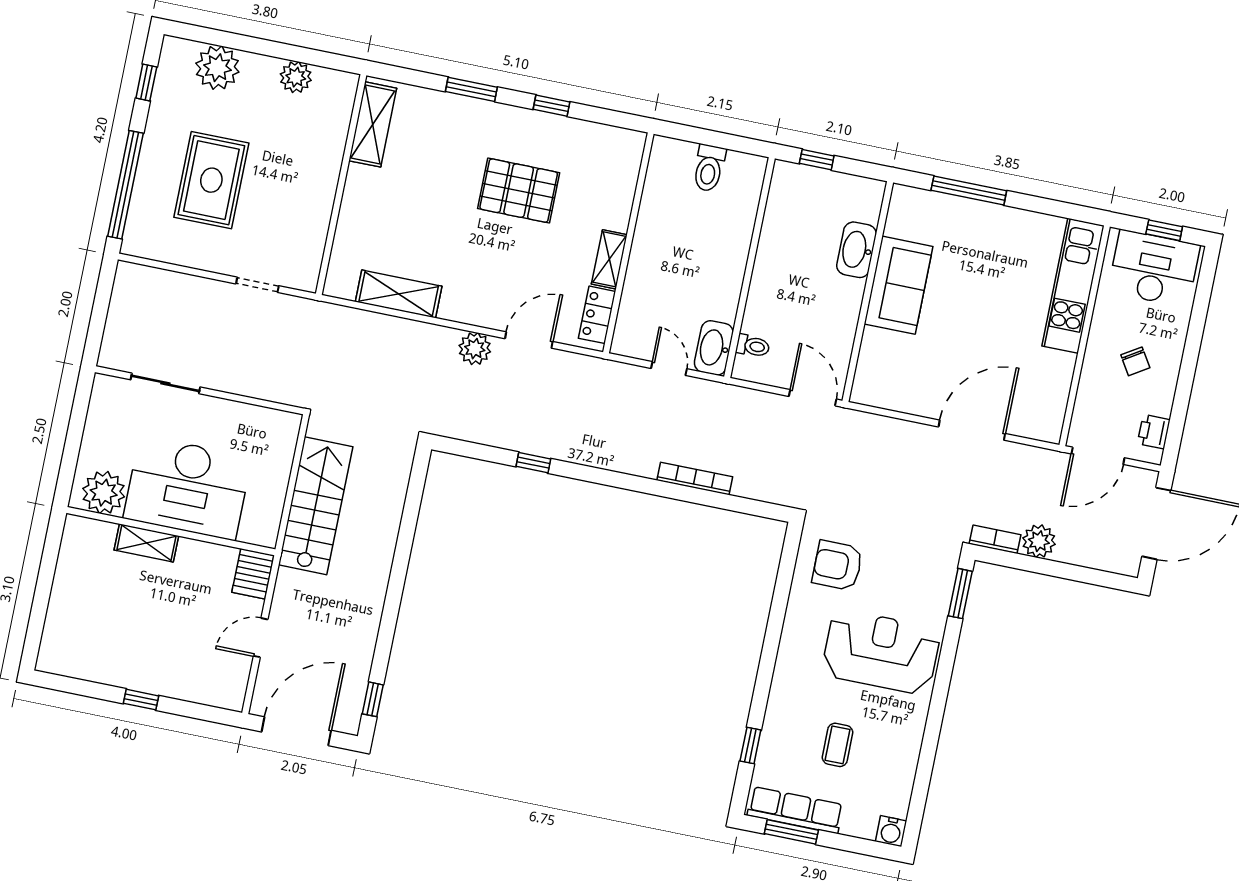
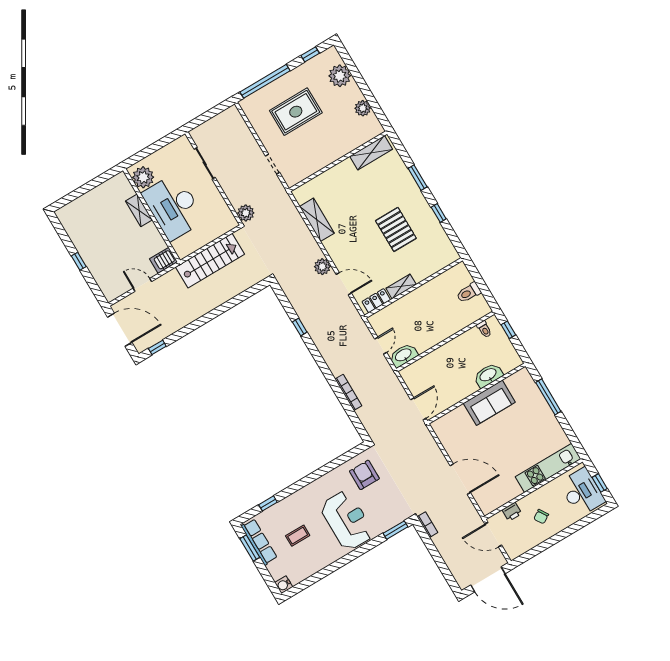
toilet: (753, 346) -> (484, 329), moved
printer: (1154, 432) -> (512, 512), moved, turned 180
plant: (1039, 541) -> (246, 213), moved

